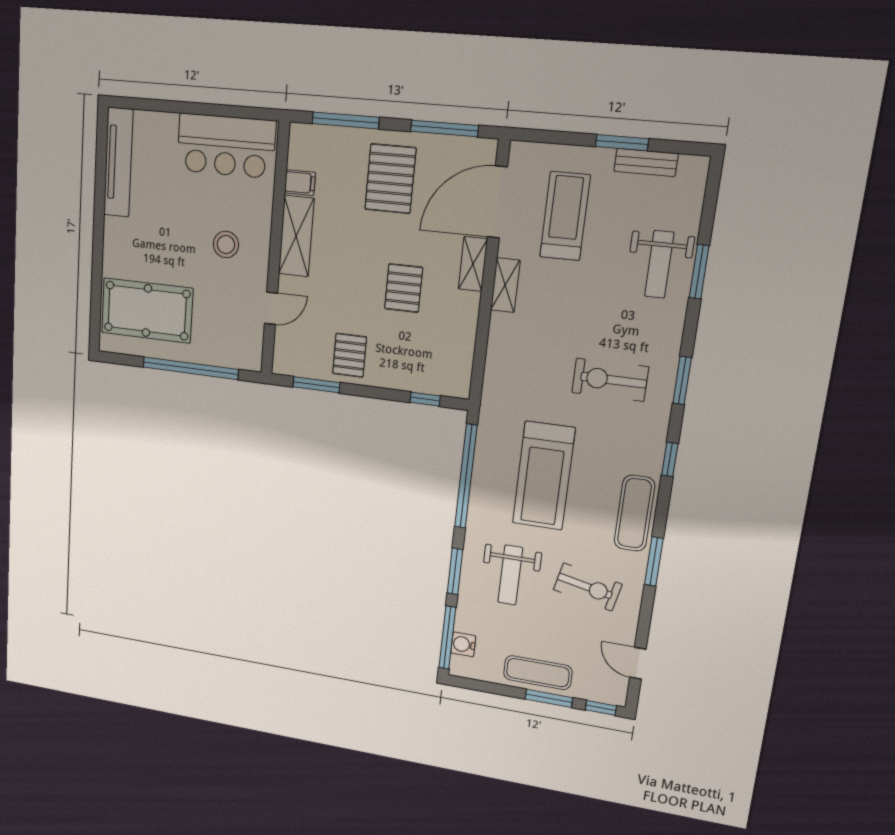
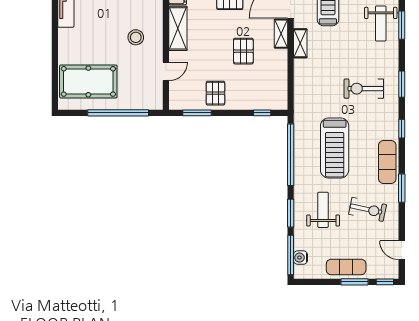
weight bench: (510, 575) -> (323, 210), turned 180

